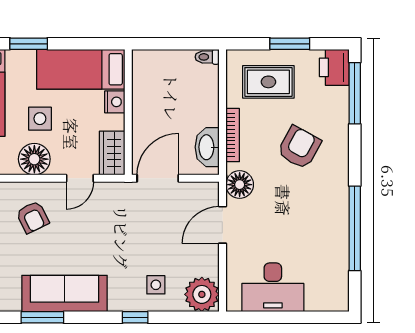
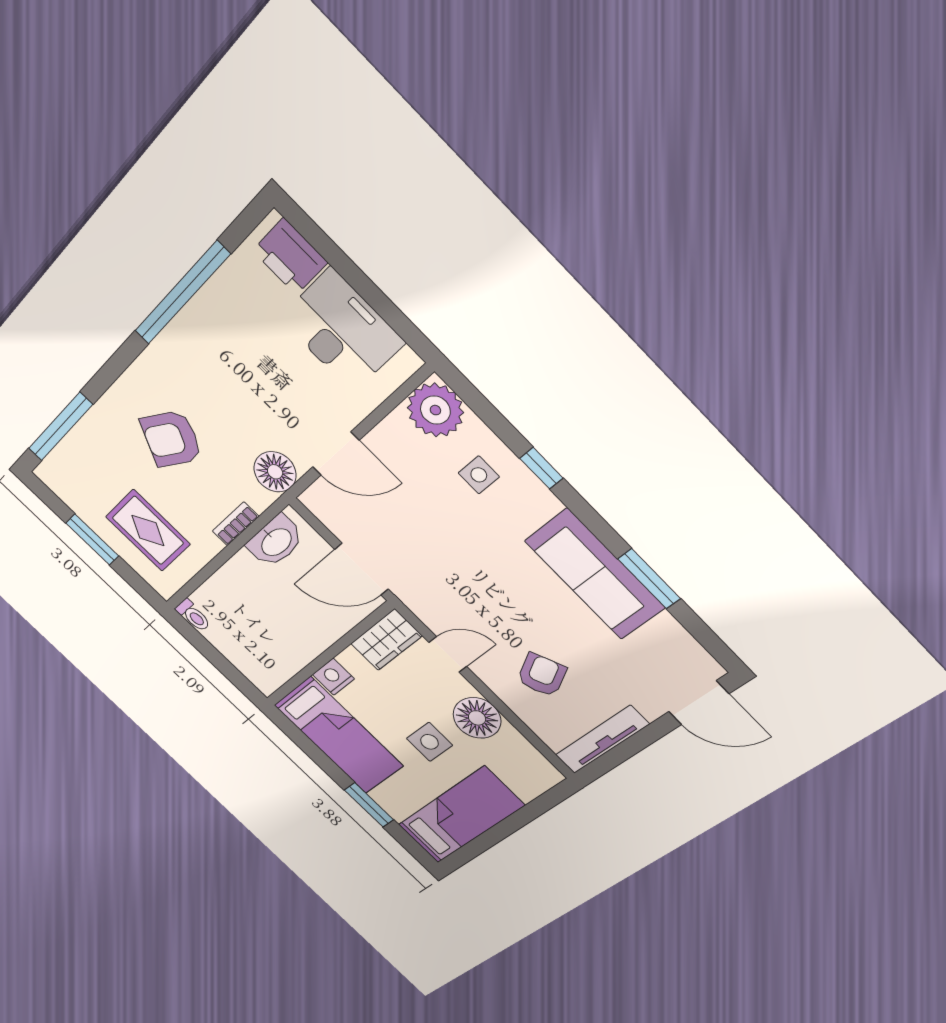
printer: (334, 67) -> (290, 257), moved, turned 90
bookcase: (233, 135) -> (236, 524), width x0.64

